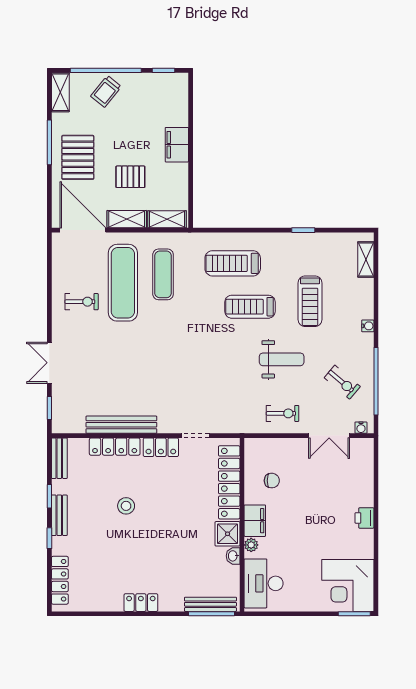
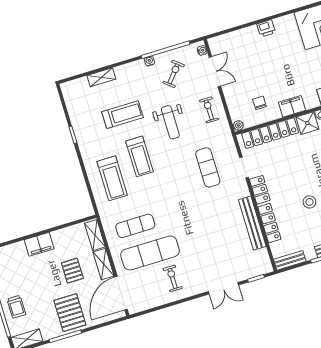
trolley: (106, 91) -> (16, 307), turned 51
pallet: (78, 157) -> (70, 313), turned 90
shelving: (366, 259) -> (101, 77), moved
water cooler: (368, 326) -> (149, 61), moved
weight bench: (282, 359) -> (170, 122), turned 180
exercise mat: (209, 390) -> (208, 167), added
plant: (251, 545) -> (238, 125), moved

